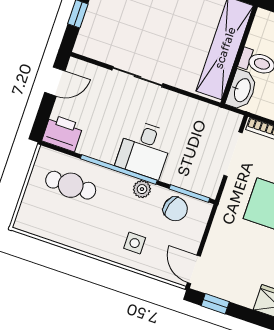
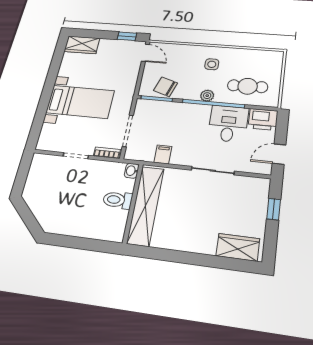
washbasin: (242, 90) -> (132, 171), width x0.52, depth x0.69
filing cabinet: (194, 111) -> (163, 154), added
desk: (144, 149) -> (228, 124), moved
plant: (142, 189) -> (207, 96), moved
side table: (135, 243) -> (212, 64), moved

